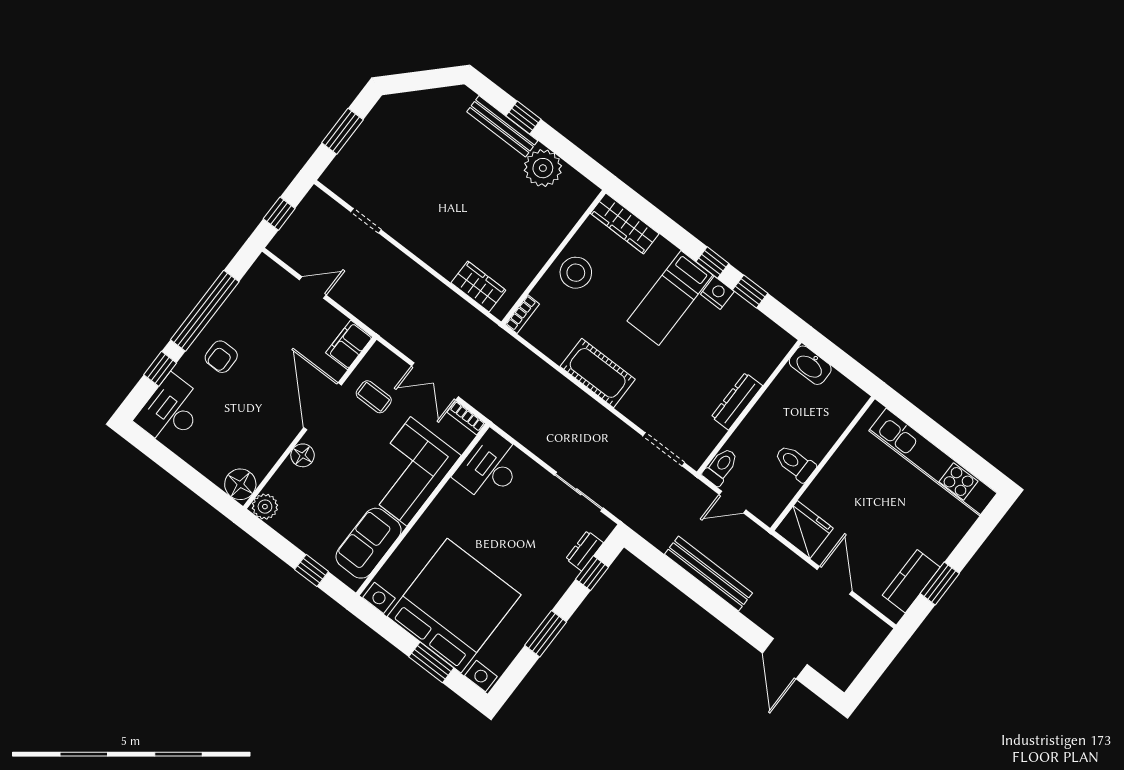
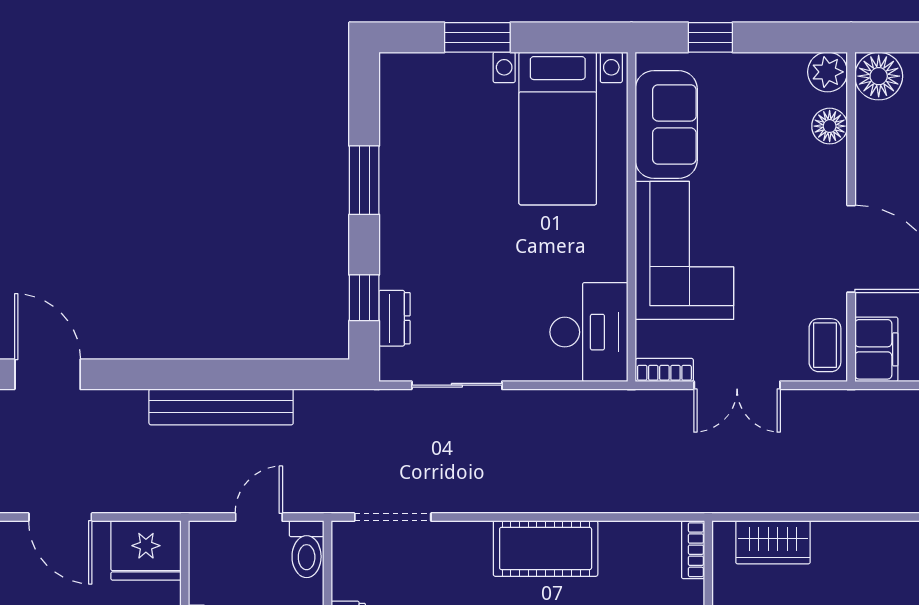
double door: (435, 381) -> (737, 385), swing flipped
coffee table: (374, 397) -> (825, 345), moved, turned 90
floor lamp: (303, 455) -> (830, 126), moved
bed with nightstands: (454, 606) -> (558, 128), width x0.54

